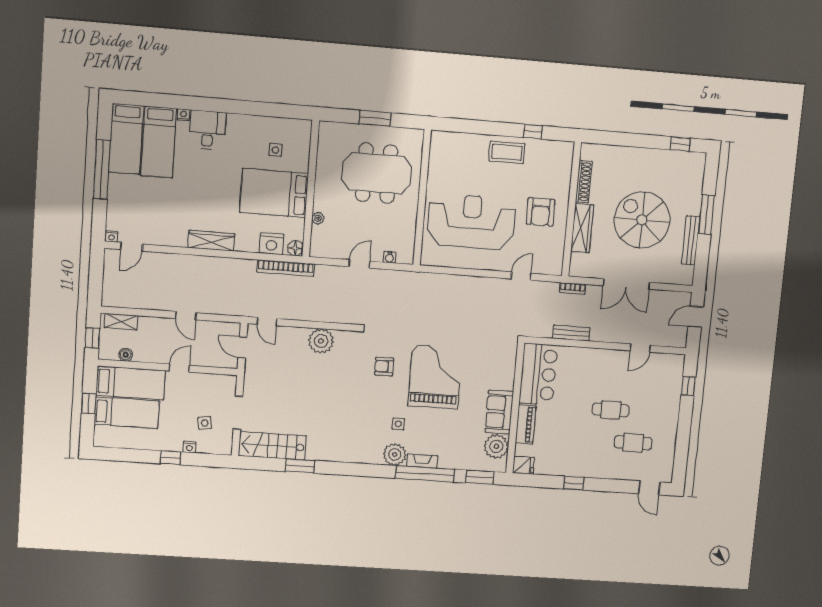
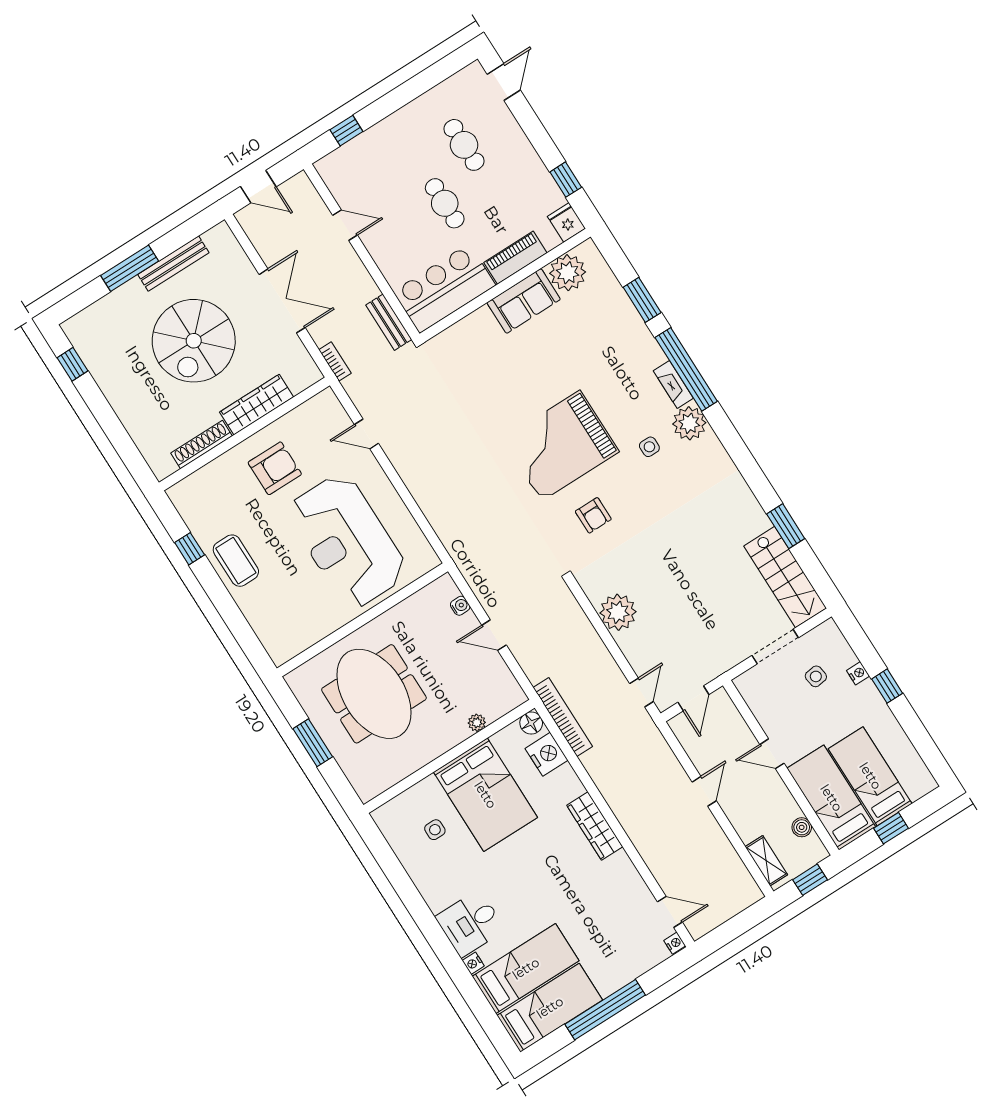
bar counter: (538, 374) -> (444, 288), moved
wall: (515, 408) -> (505, 285), moved
sofa: (499, 412) -> (524, 301), moved
piano: (526, 424) -> (515, 258), moved
plant: (496, 446) -> (568, 273), moved
fridge: (523, 465) -> (566, 222), moved

